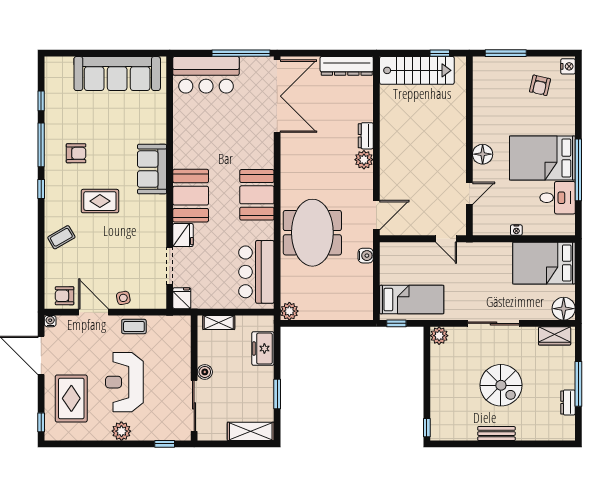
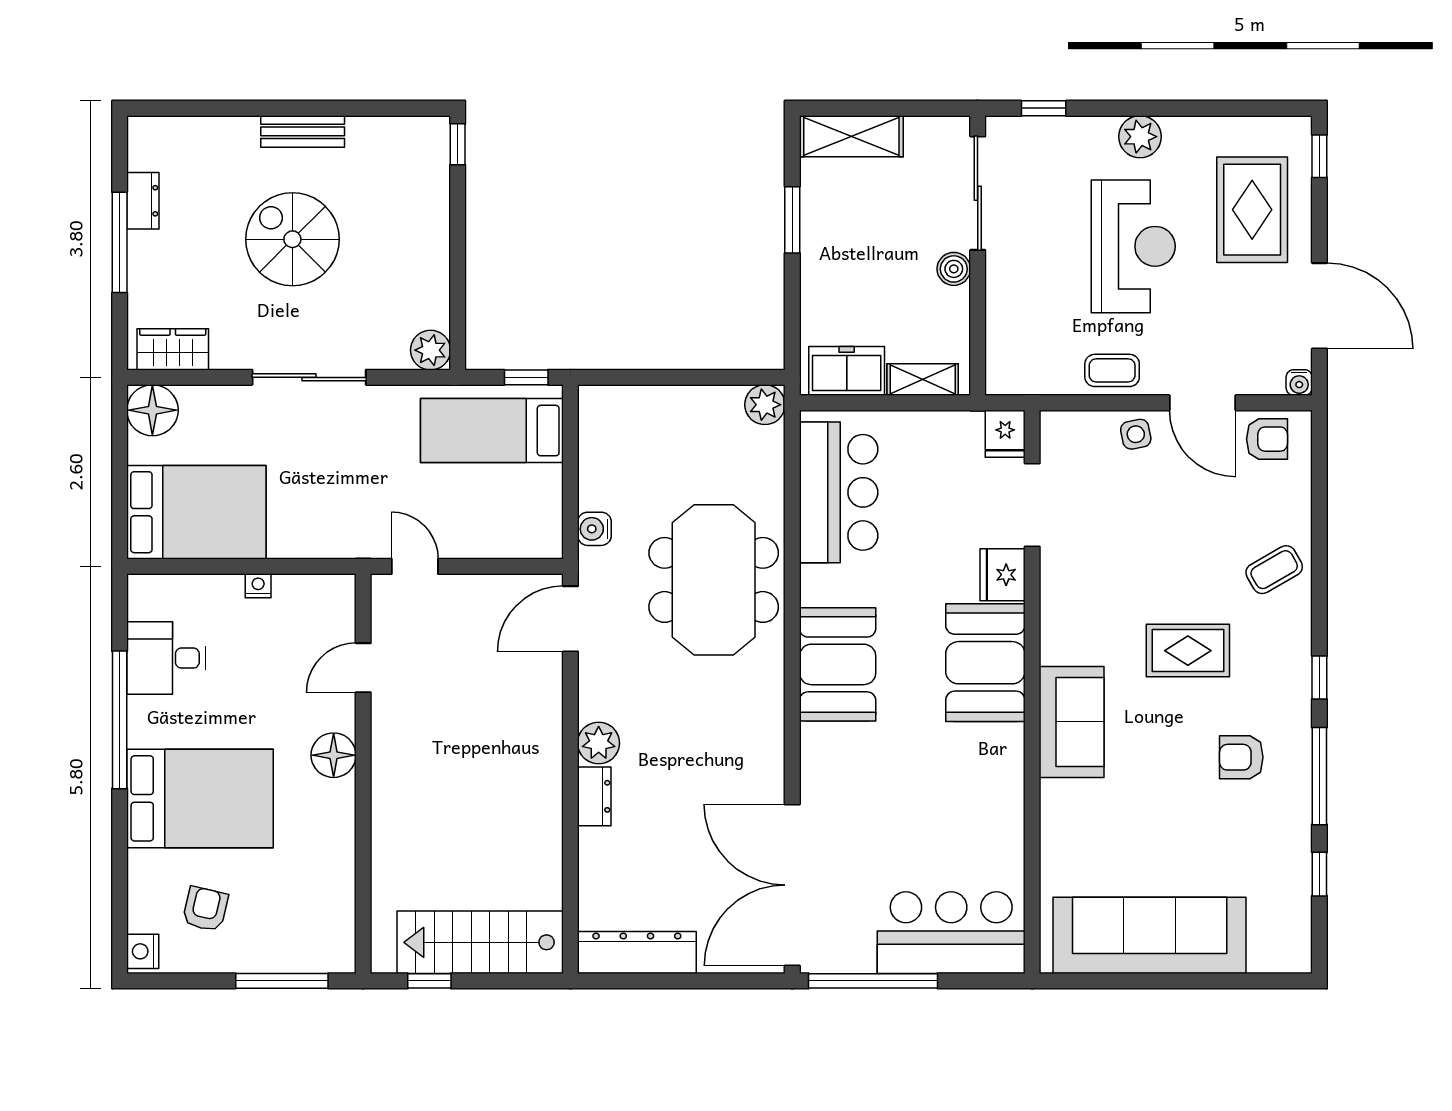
bed: (542, 158) -> (200, 798), moved
freezer: (263, 349) -> (847, 371), moved, turned -90

